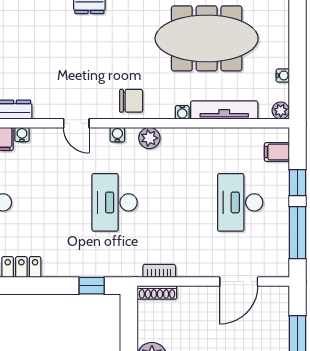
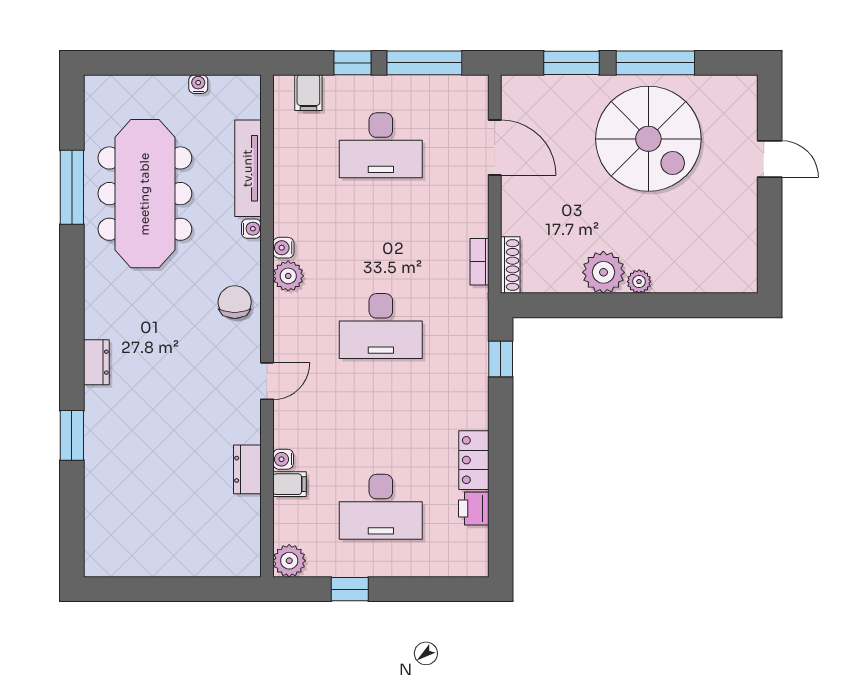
plant: (281, 111) -> (249, 87), removed
water cooler: (117, 135) -> (283, 248), moved

